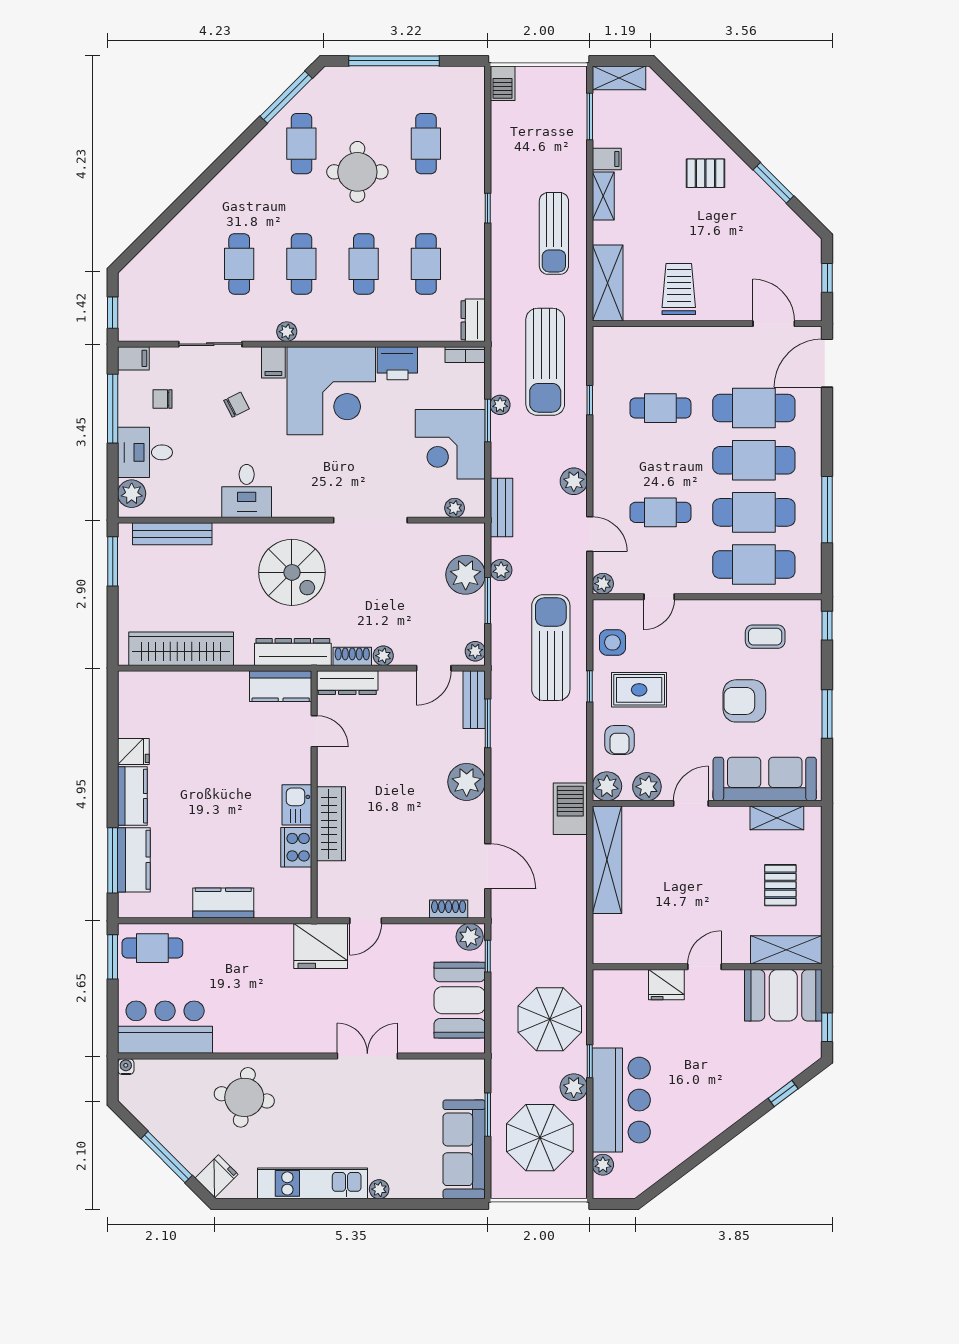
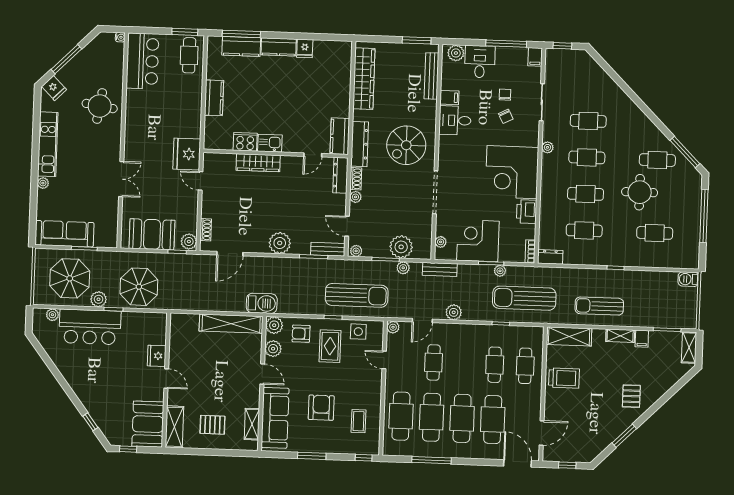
cafe table: (660, 356) -> (525, 366), added
filing cabinet: (273, 362) -> (449, 98), moved, turned 180
chair: (162, 399) -> (505, 95), moved

